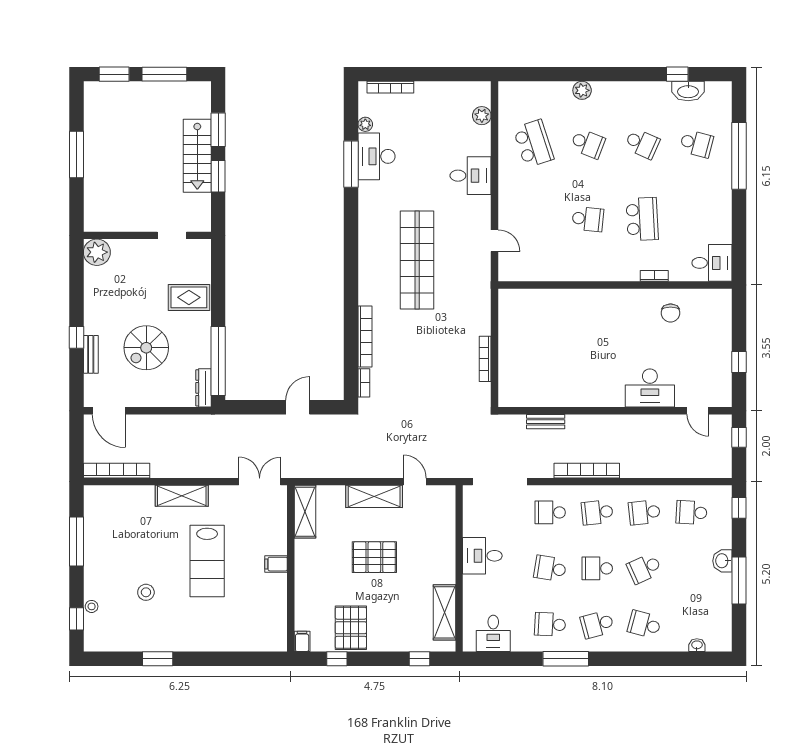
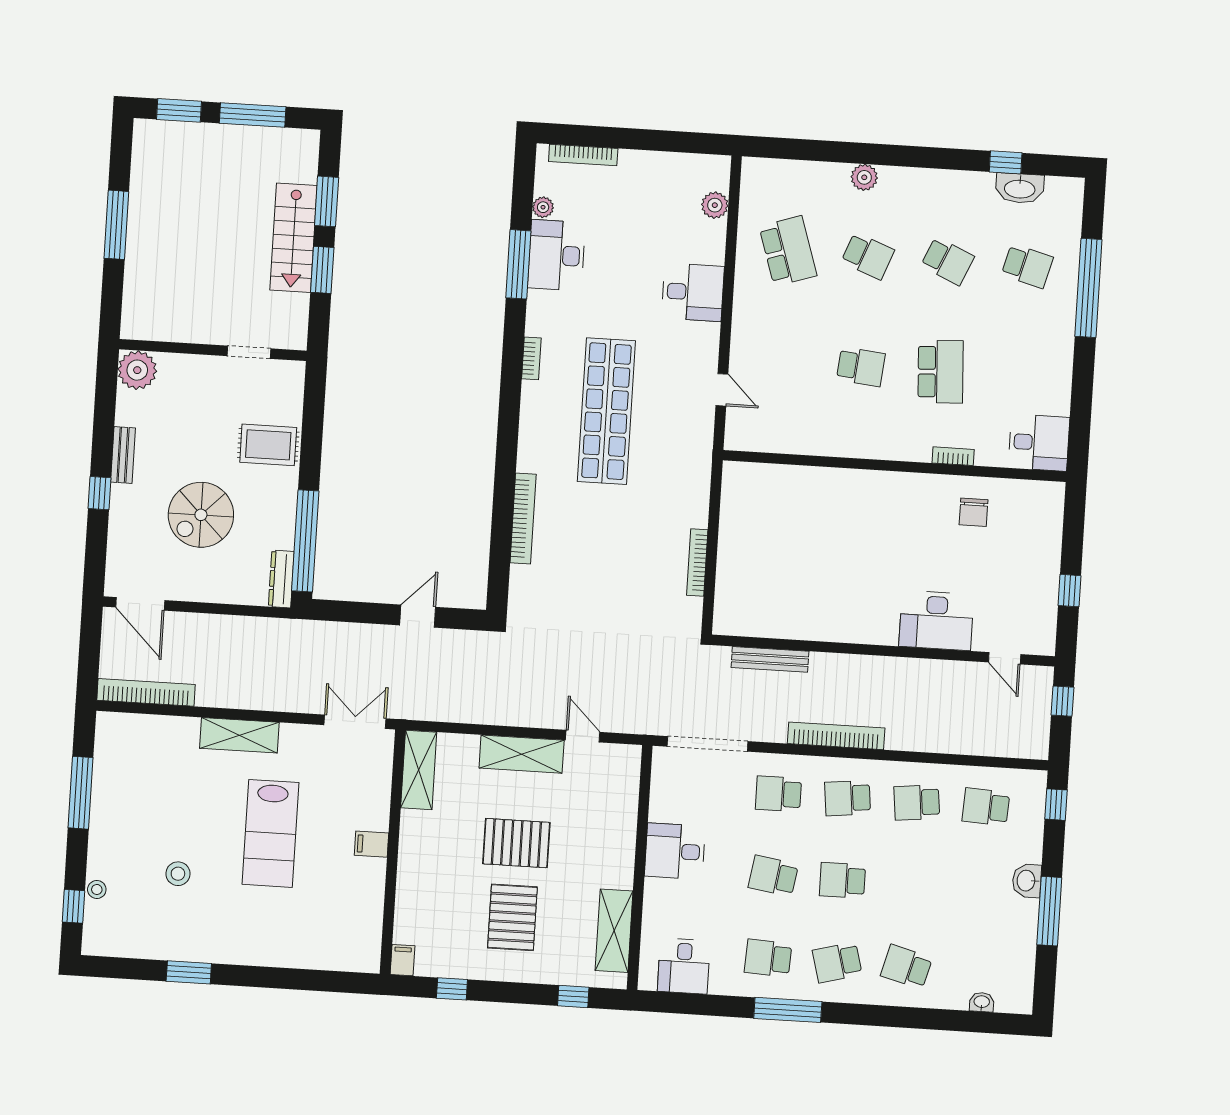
bench: (91, 354) -> (123, 455), moved
bookcase: (364, 383) -> (531, 358), moved
bench: (546, 422) -> (770, 659), width x1.36
school desk: (644, 568) -> (912, 885), removed
pallet: (351, 628) -> (512, 917), moved

